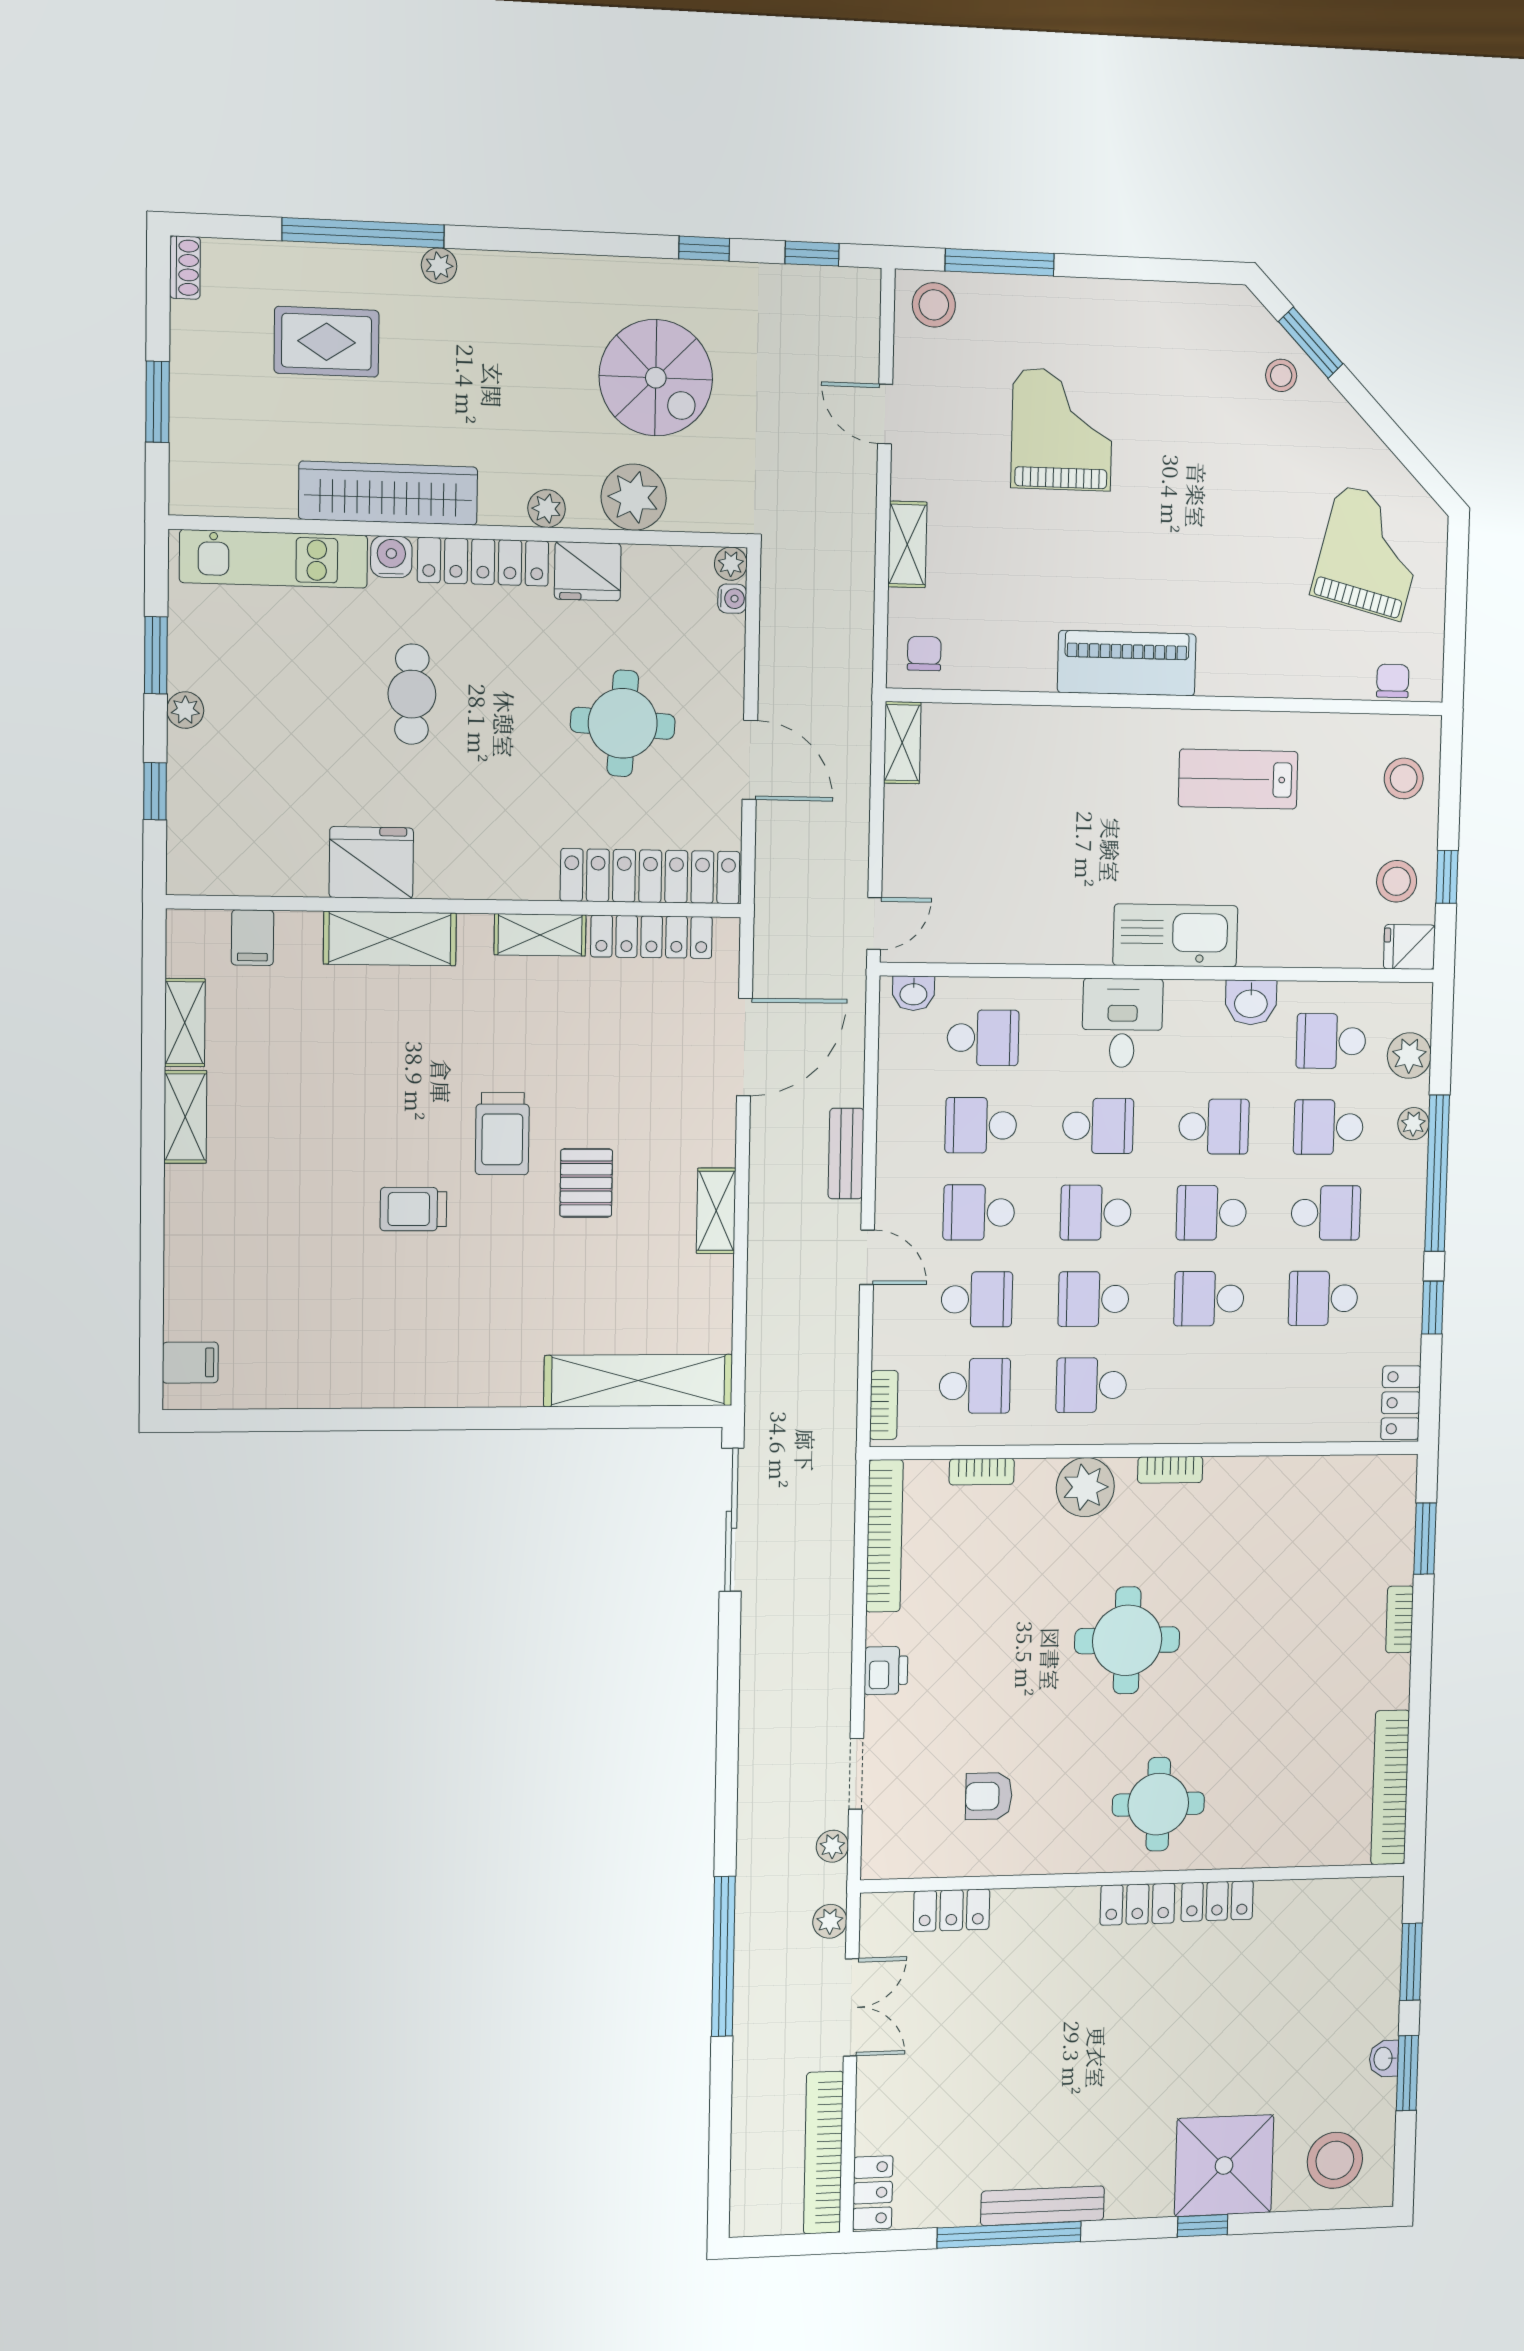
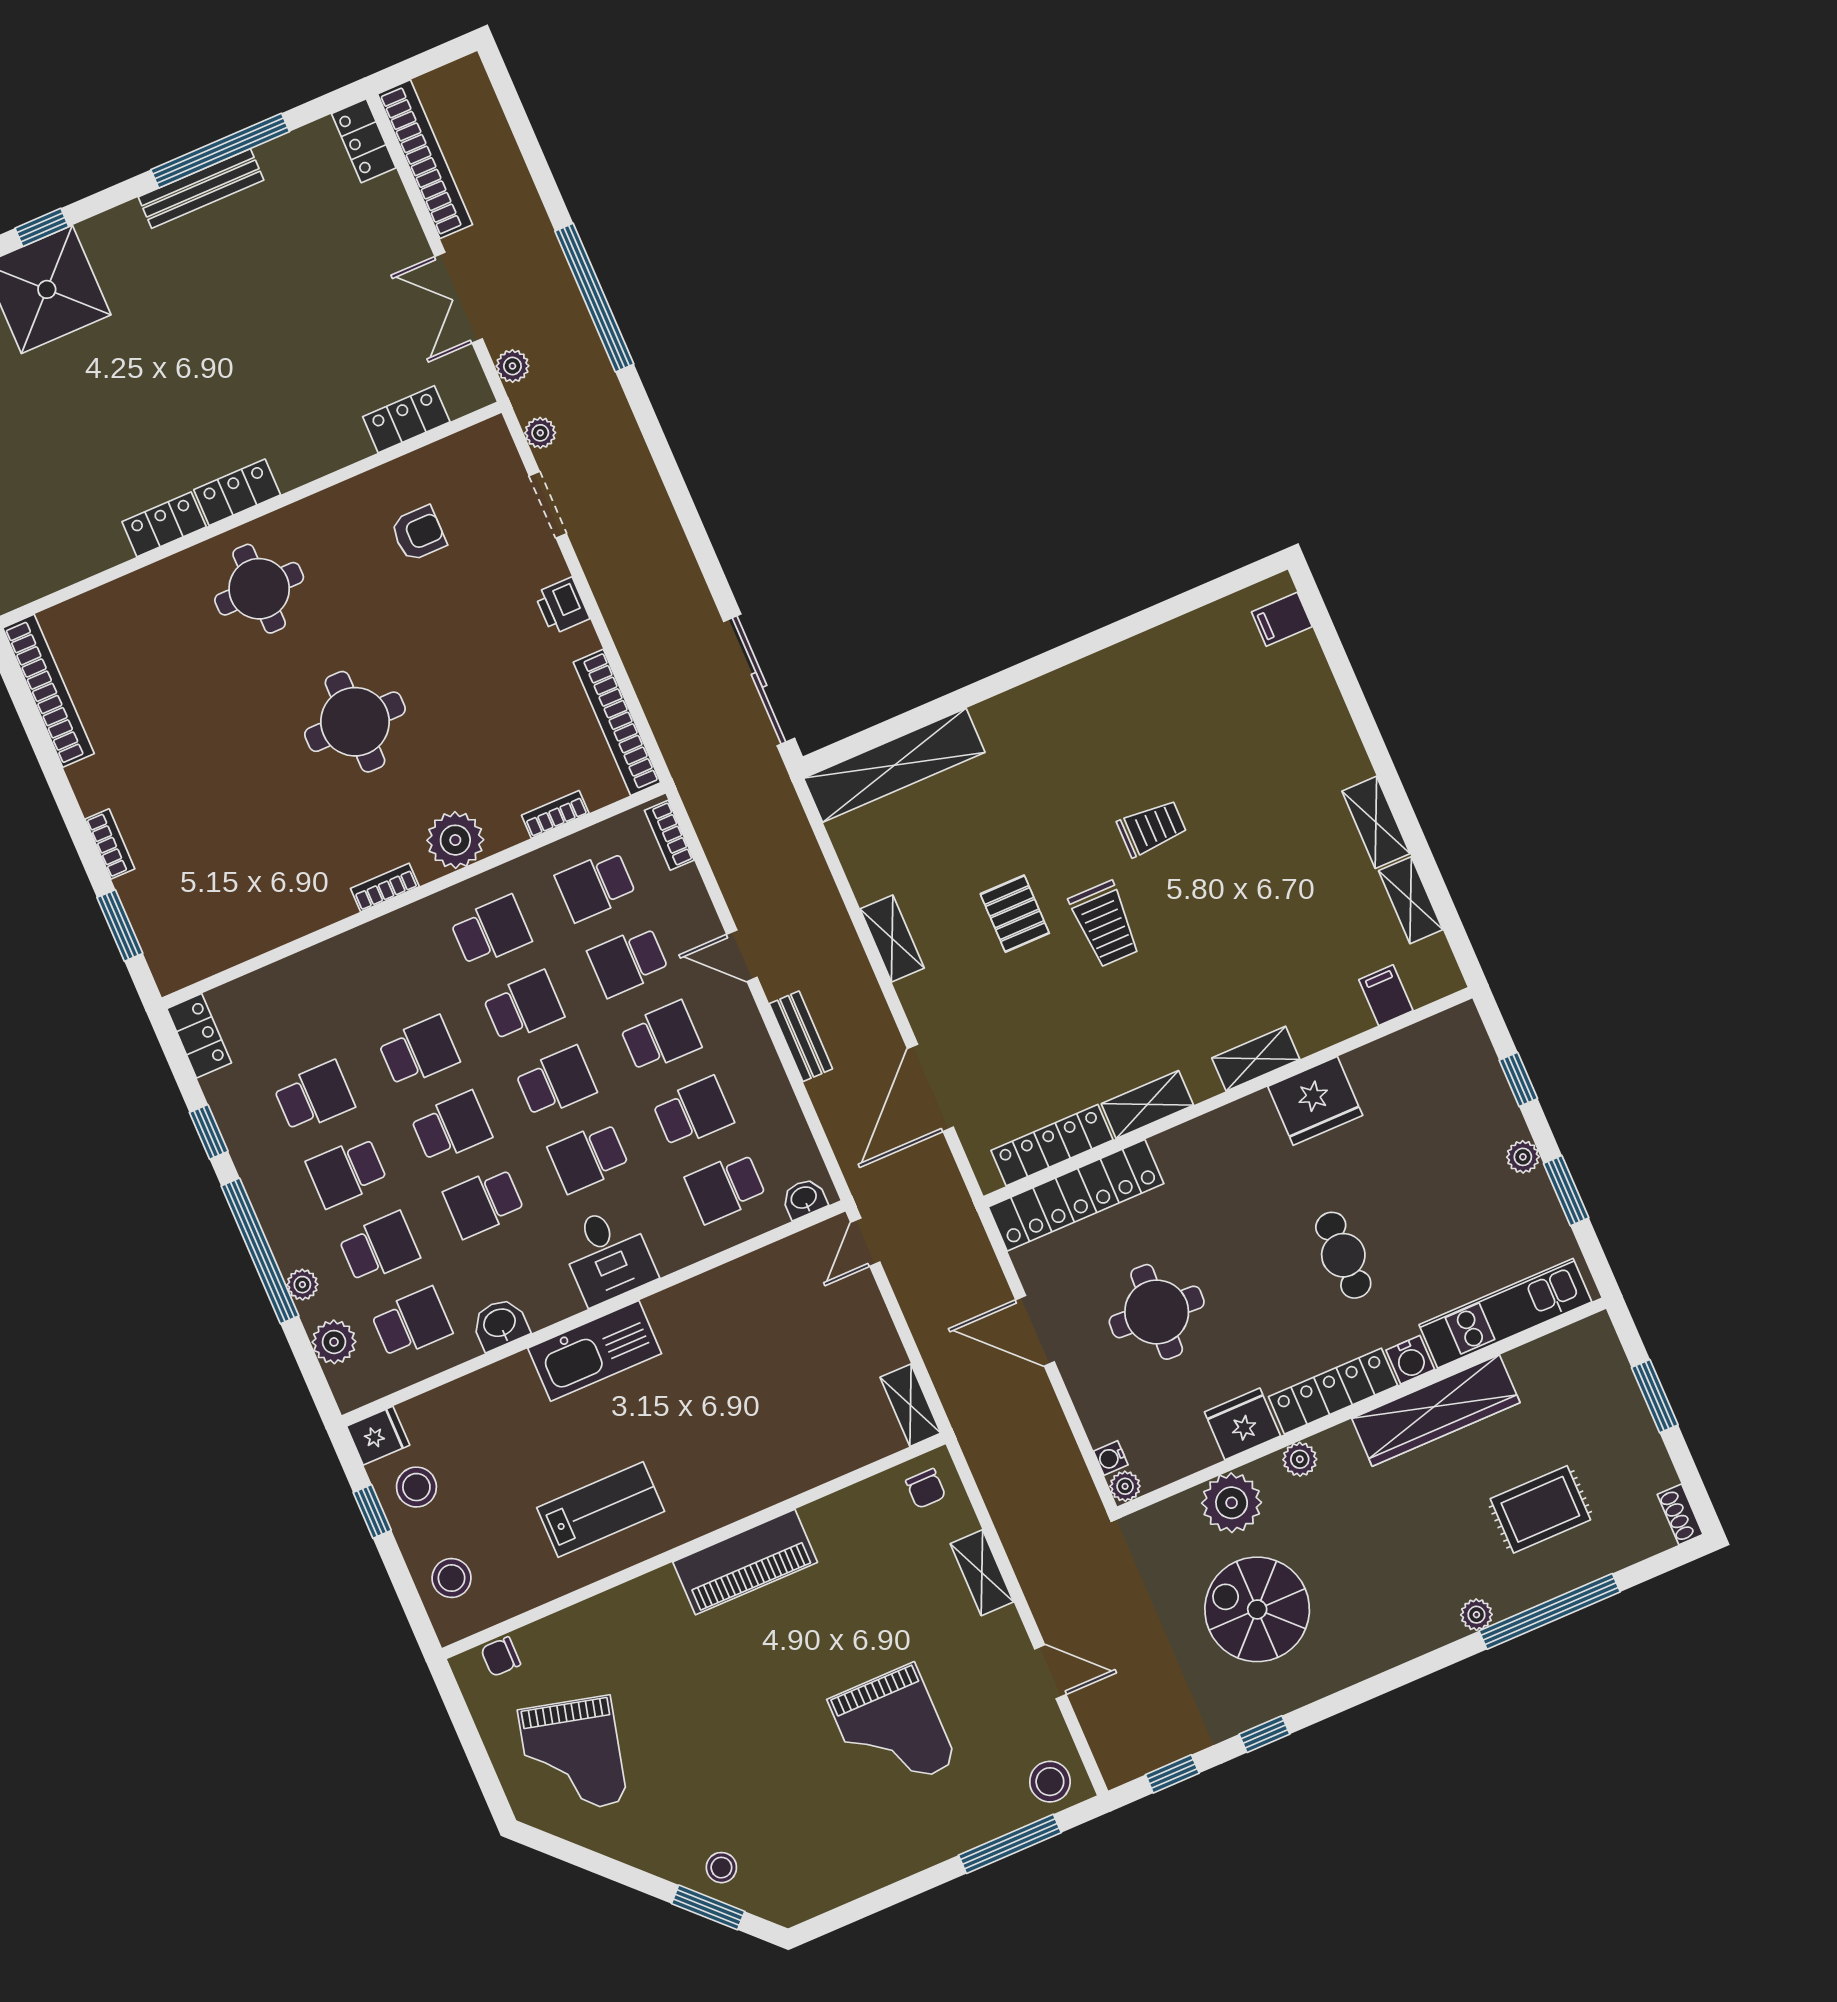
chair: (1393, 681) -> (501, 1657), turned 90
shelving: (390, 938) -> (1256, 1059), width x0.67, depth x0.75
trolley: (502, 1134) -> (1105, 924), turned 180

